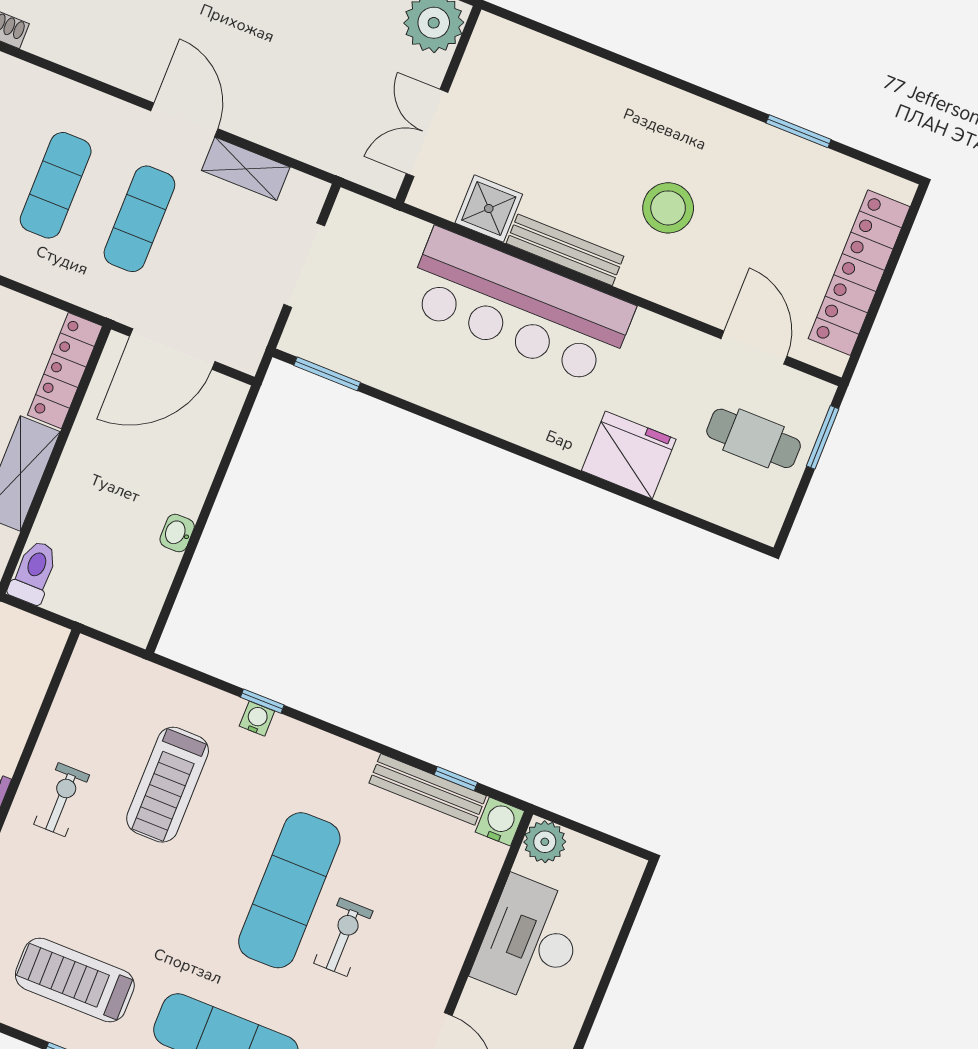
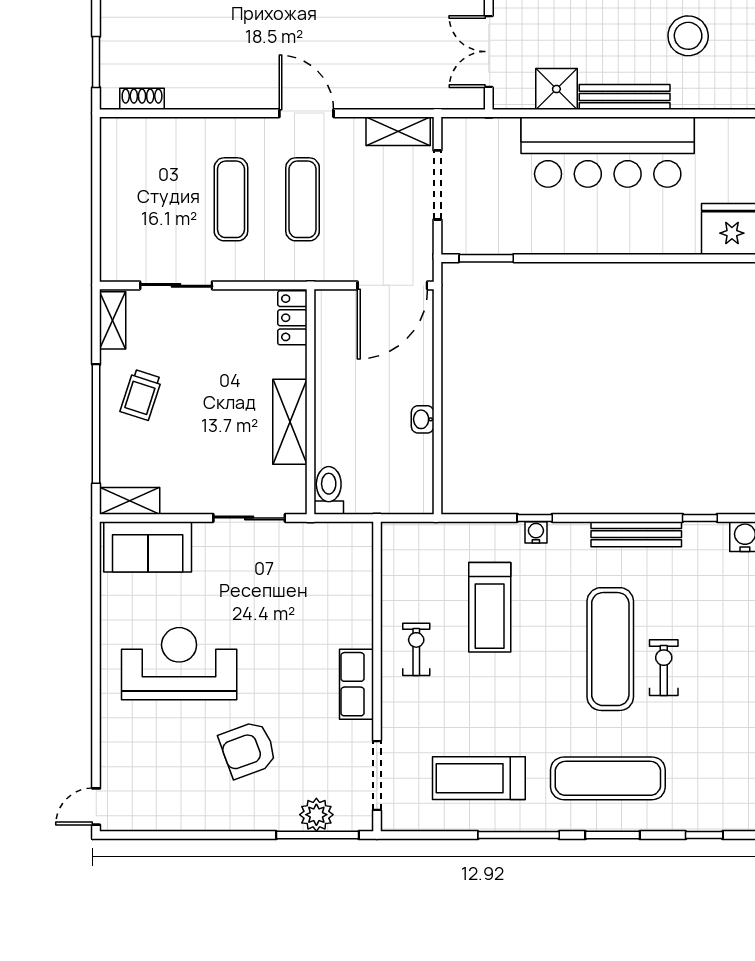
shelving: (246, 169) -> (398, 131), moved
door: (172, 349) -> (392, 285), moved
locker: (65, 371) -> (292, 318), width x0.66
bench: (428, 789) -> (636, 534), moved

